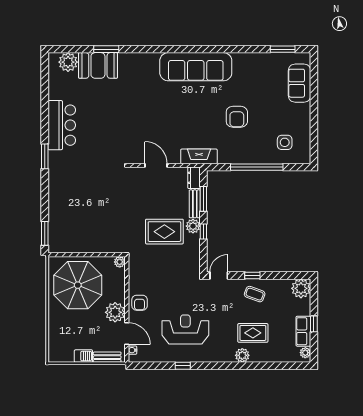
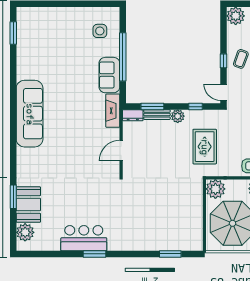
sofa: (300, 83) -> (109, 75), moved, turned 90
armchair: (237, 117) -> (76, 75), removed
window: (45, 156) -> (94, 254), moved
window: (203, 231) -> (196, 107), moved
rug: (164, 232) -> (205, 147), moved
window: (45, 233) -> (170, 254), moved
plant: (120, 262) -> (215, 189), width x1.88, depth x1.88

